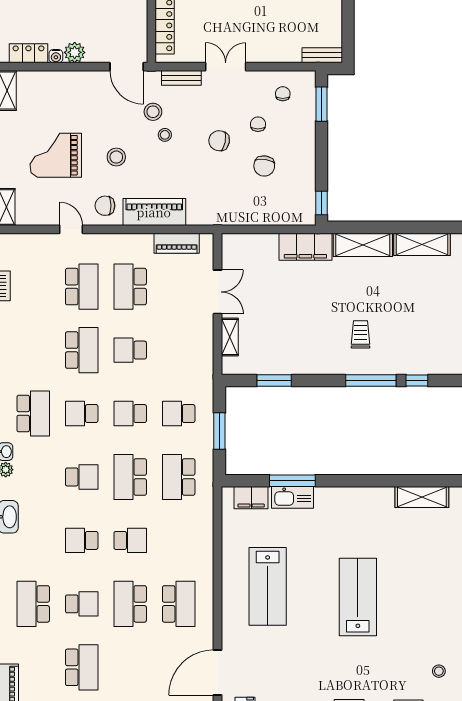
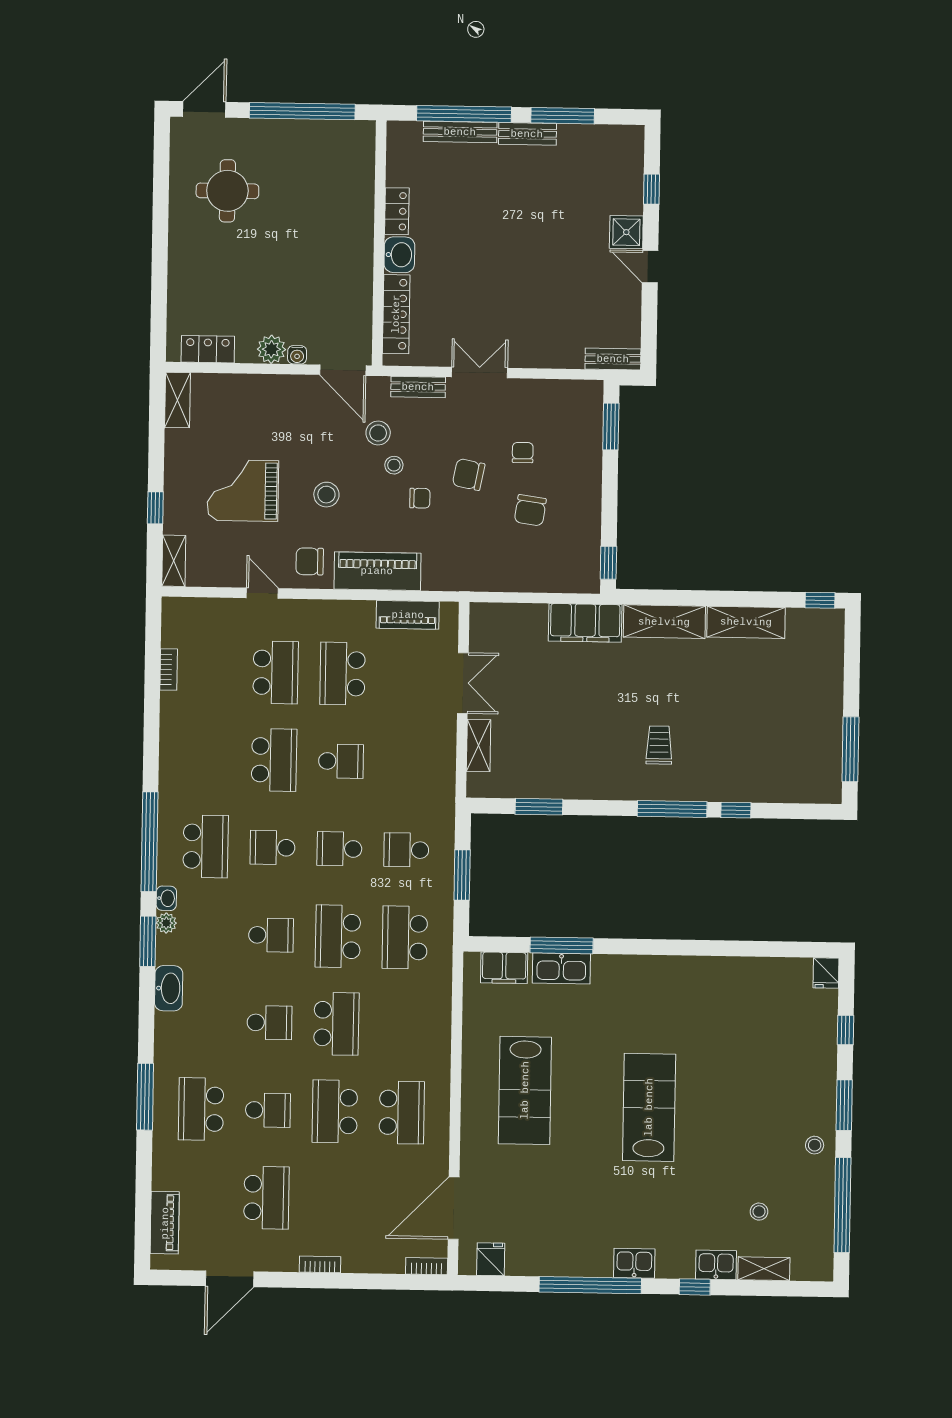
water cooler: (56, 56) -> (297, 355), moved
chair: (283, 94) -> (420, 498), moved, turned 90
school desk: (130, 350) -> (341, 761), turned 180
shelving: (422, 497) -> (740, 971), removed
school desk: (82, 540) -> (269, 1023), turned 180
school desk: (130, 540) -> (336, 1024), width x1.85

